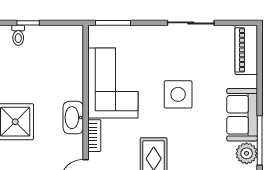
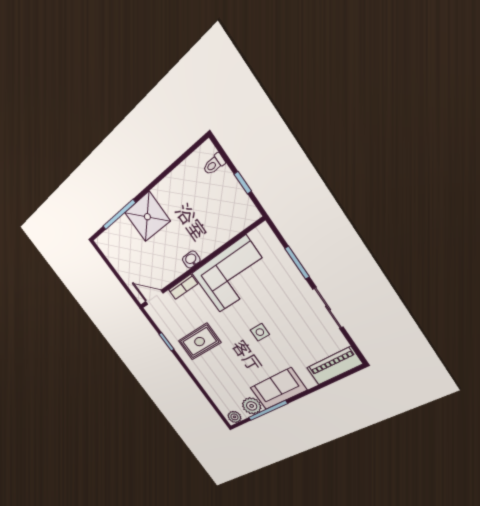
window: (28, 23) -> (243, 183), moved
window: (113, 23) -> (297, 263), moved
side table: (178, 94) -> (260, 332), width x0.54, depth x0.54
washbasin: (73, 118) -> (191, 260), width x0.52, depth x0.69

